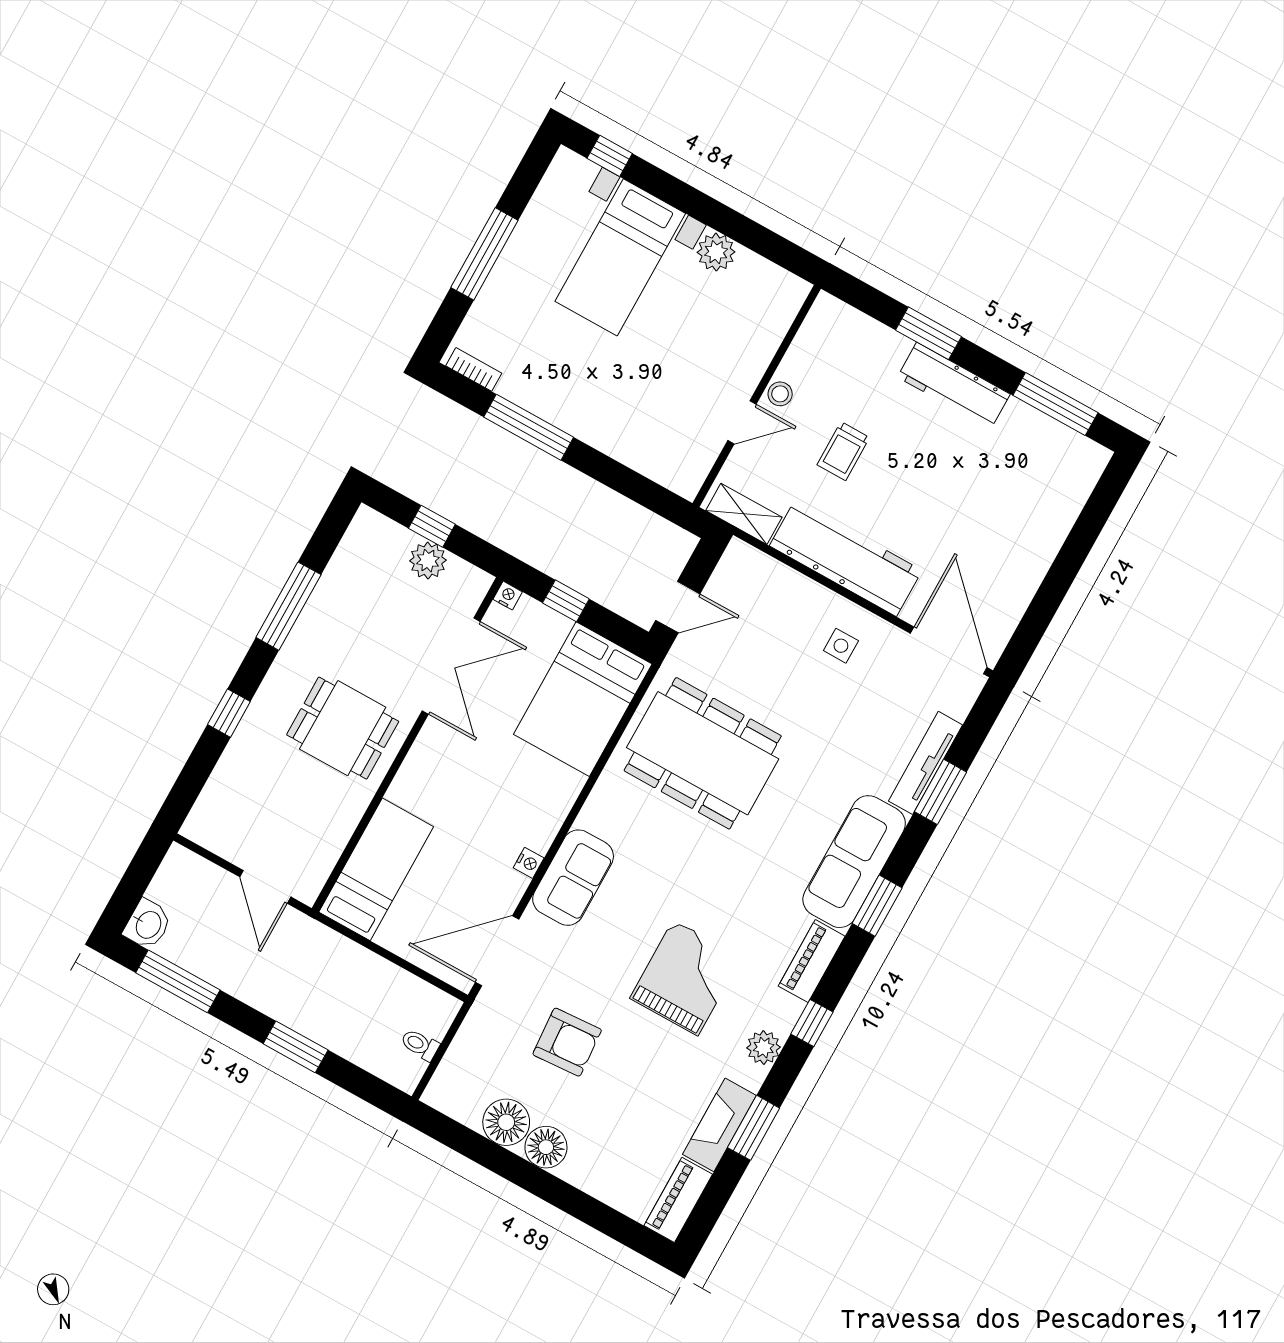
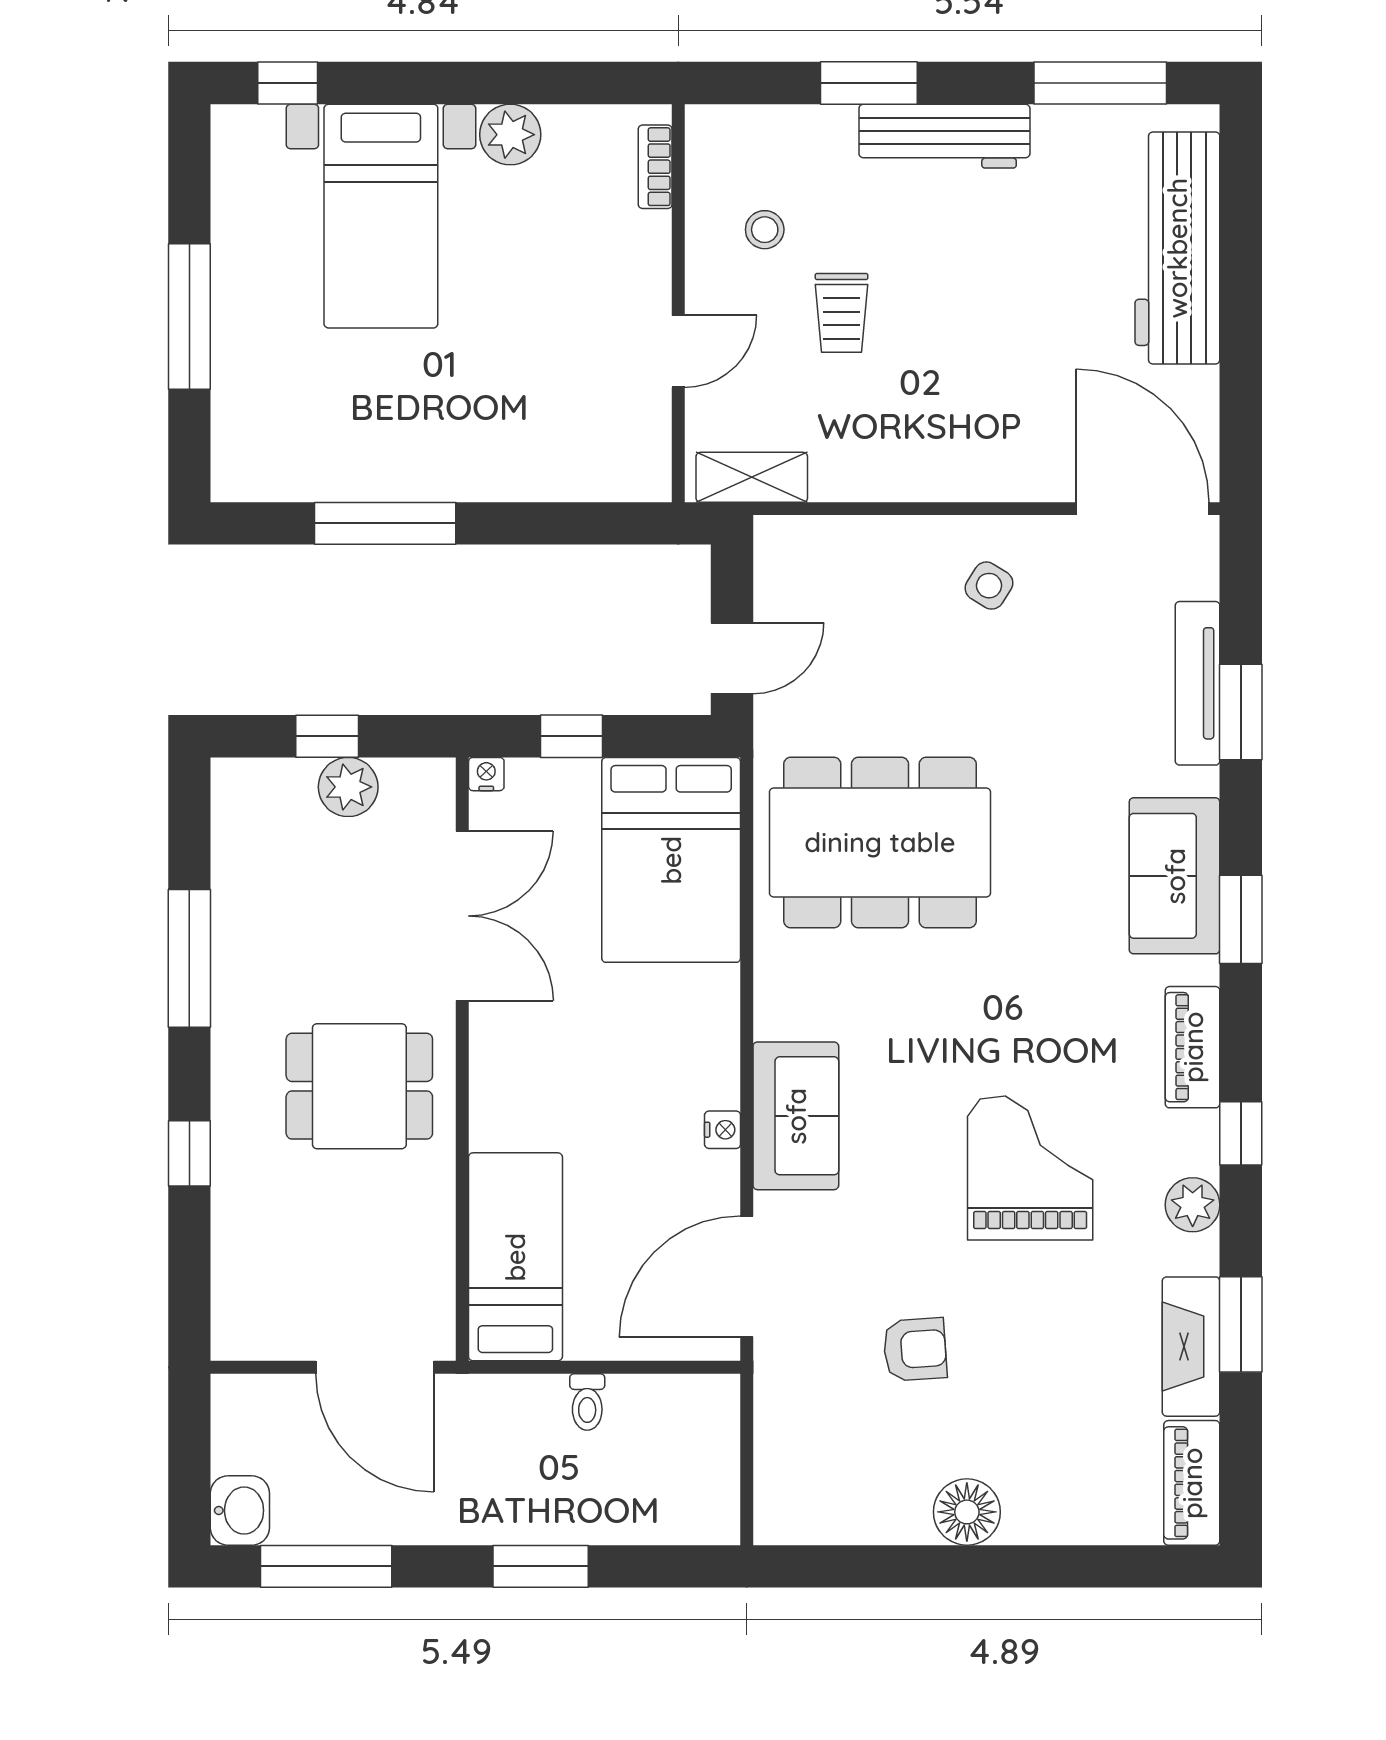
bookcase: (474, 369) -> (655, 167), moved, turned -90
stool: (780, 394) -> (765, 230), moved
workbench: (846, 558) -> (1177, 248), moved, turned -90
side table: (841, 646) -> (989, 586), turned 32
sofa: (854, 862) -> (1175, 876), width x0.73
door: (265, 887) -> (375, 1367), width x1.36
armchair: (567, 1042) -> (915, 1349), width x0.72, depth x0.72
toilet: (420, 1045) -> (587, 1402), moved, turned -90
floor lamp: (506, 1122) -> (892, 1508), removed

